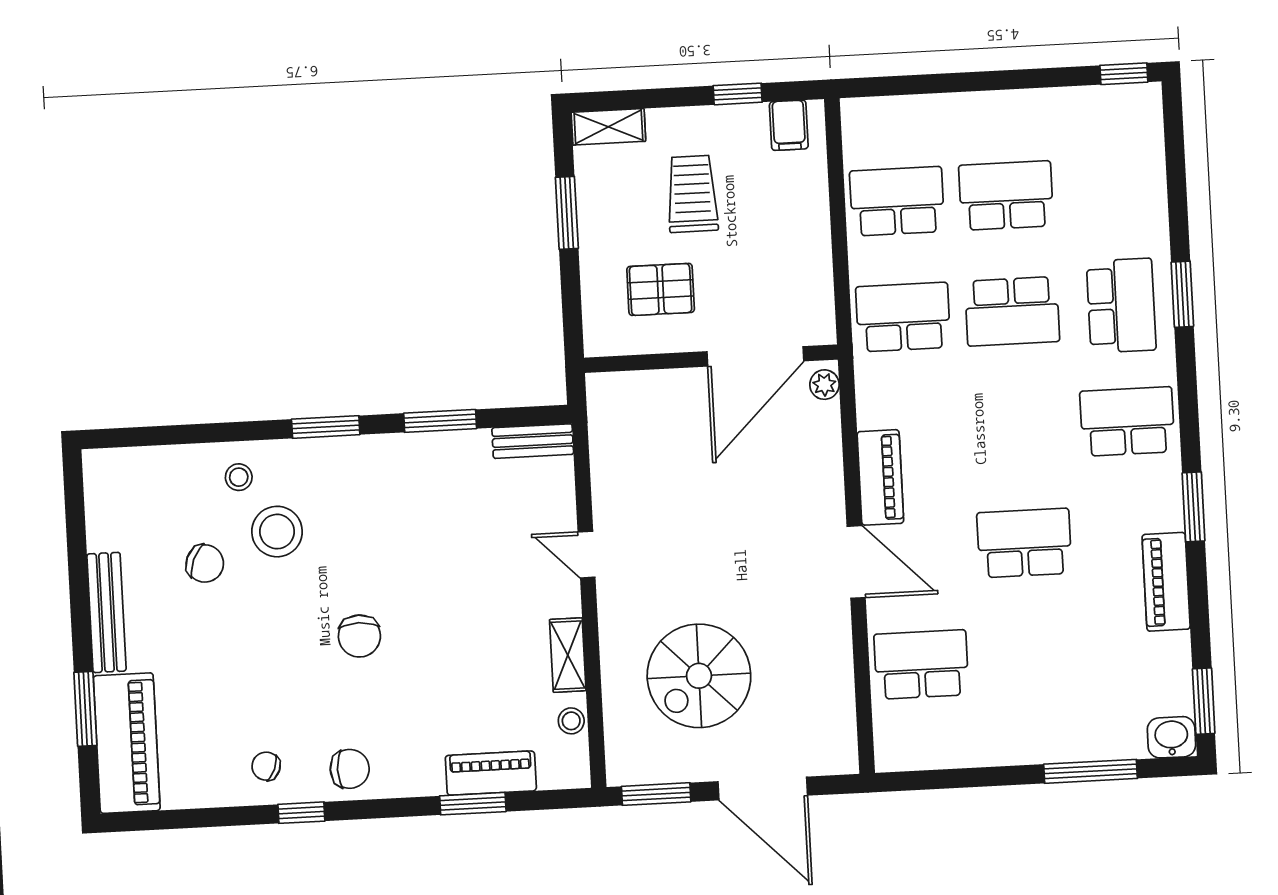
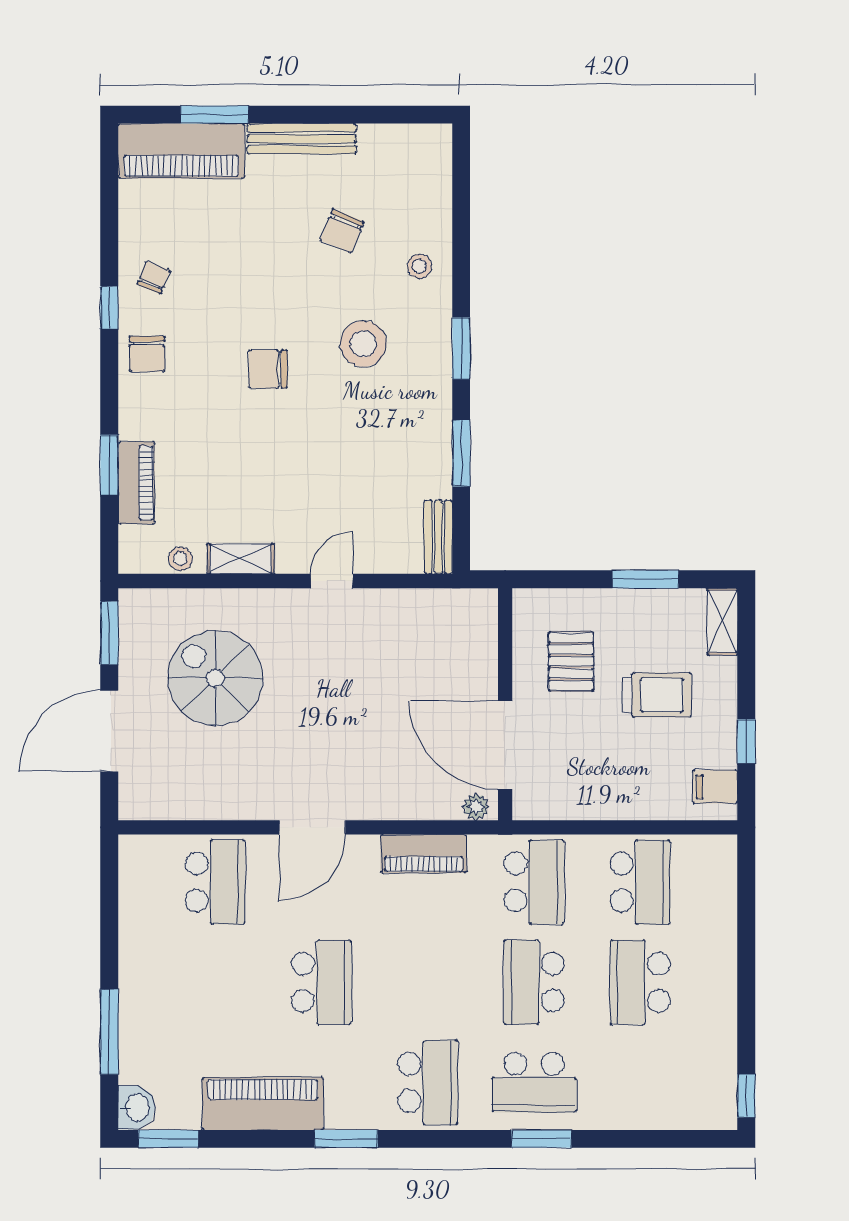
school desk: (1006, 196) -> (640, 982), turned 180
piano: (880, 477) -> (424, 854), moved
stool: (277, 532) -> (363, 344), moved
piano: (1166, 582) -> (263, 1104), width x1.37, depth x1.33

